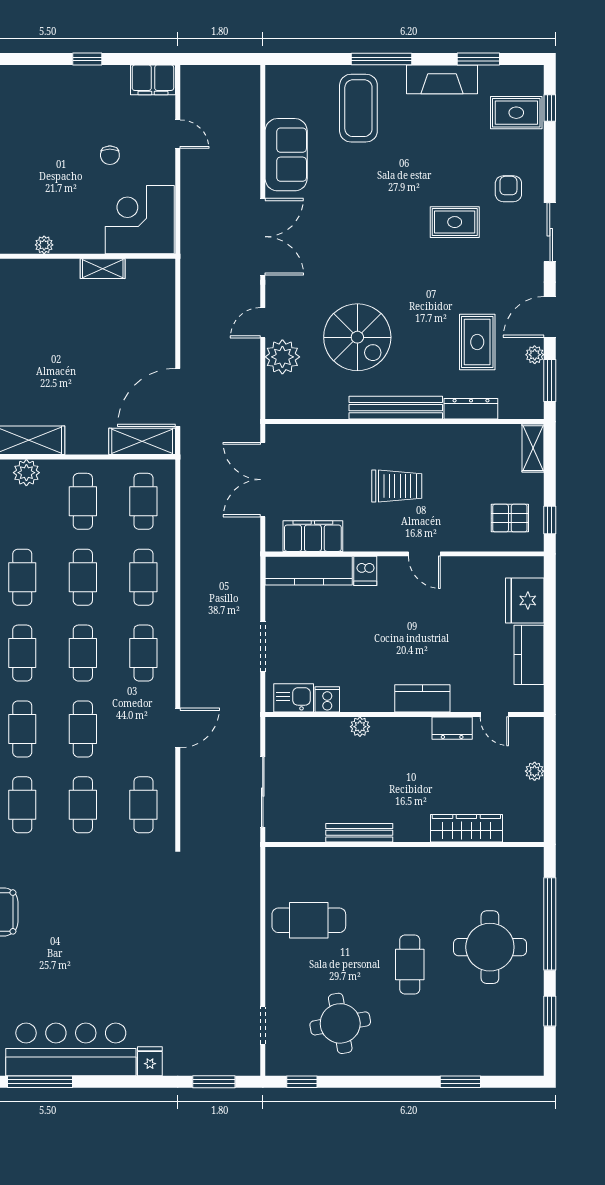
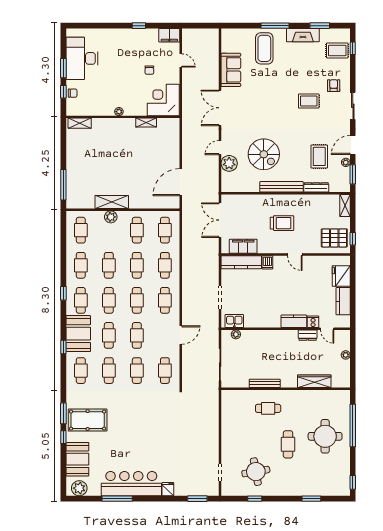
double door: (263, 237) -> (220, 108), swing flipped
shelving: (142, 441) -> (164, 202), removed
pallet: (510, 518) -> (334, 238), width x1.50, depth x1.42
cooker: (327, 699) -> (313, 322), moved
plant: (360, 727) -> (236, 334), moved
cafe table: (309, 920) -> (268, 408), moved, width x0.73, depth x0.74
window: (550, 1011) -> (353, 482), moved
window: (302, 1082) -> (255, 499), moved

